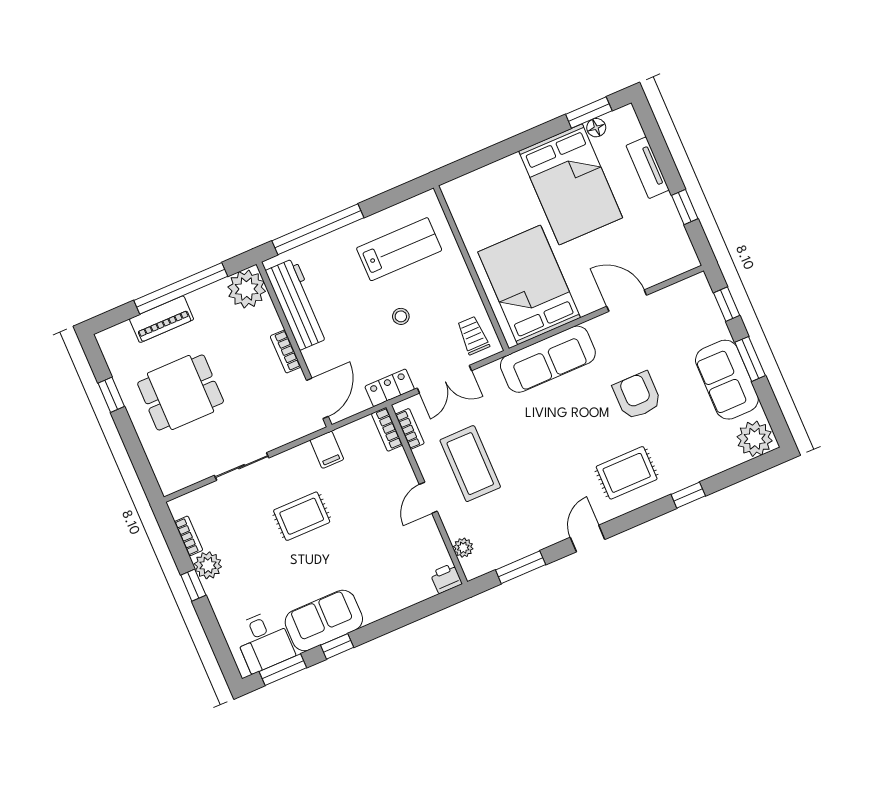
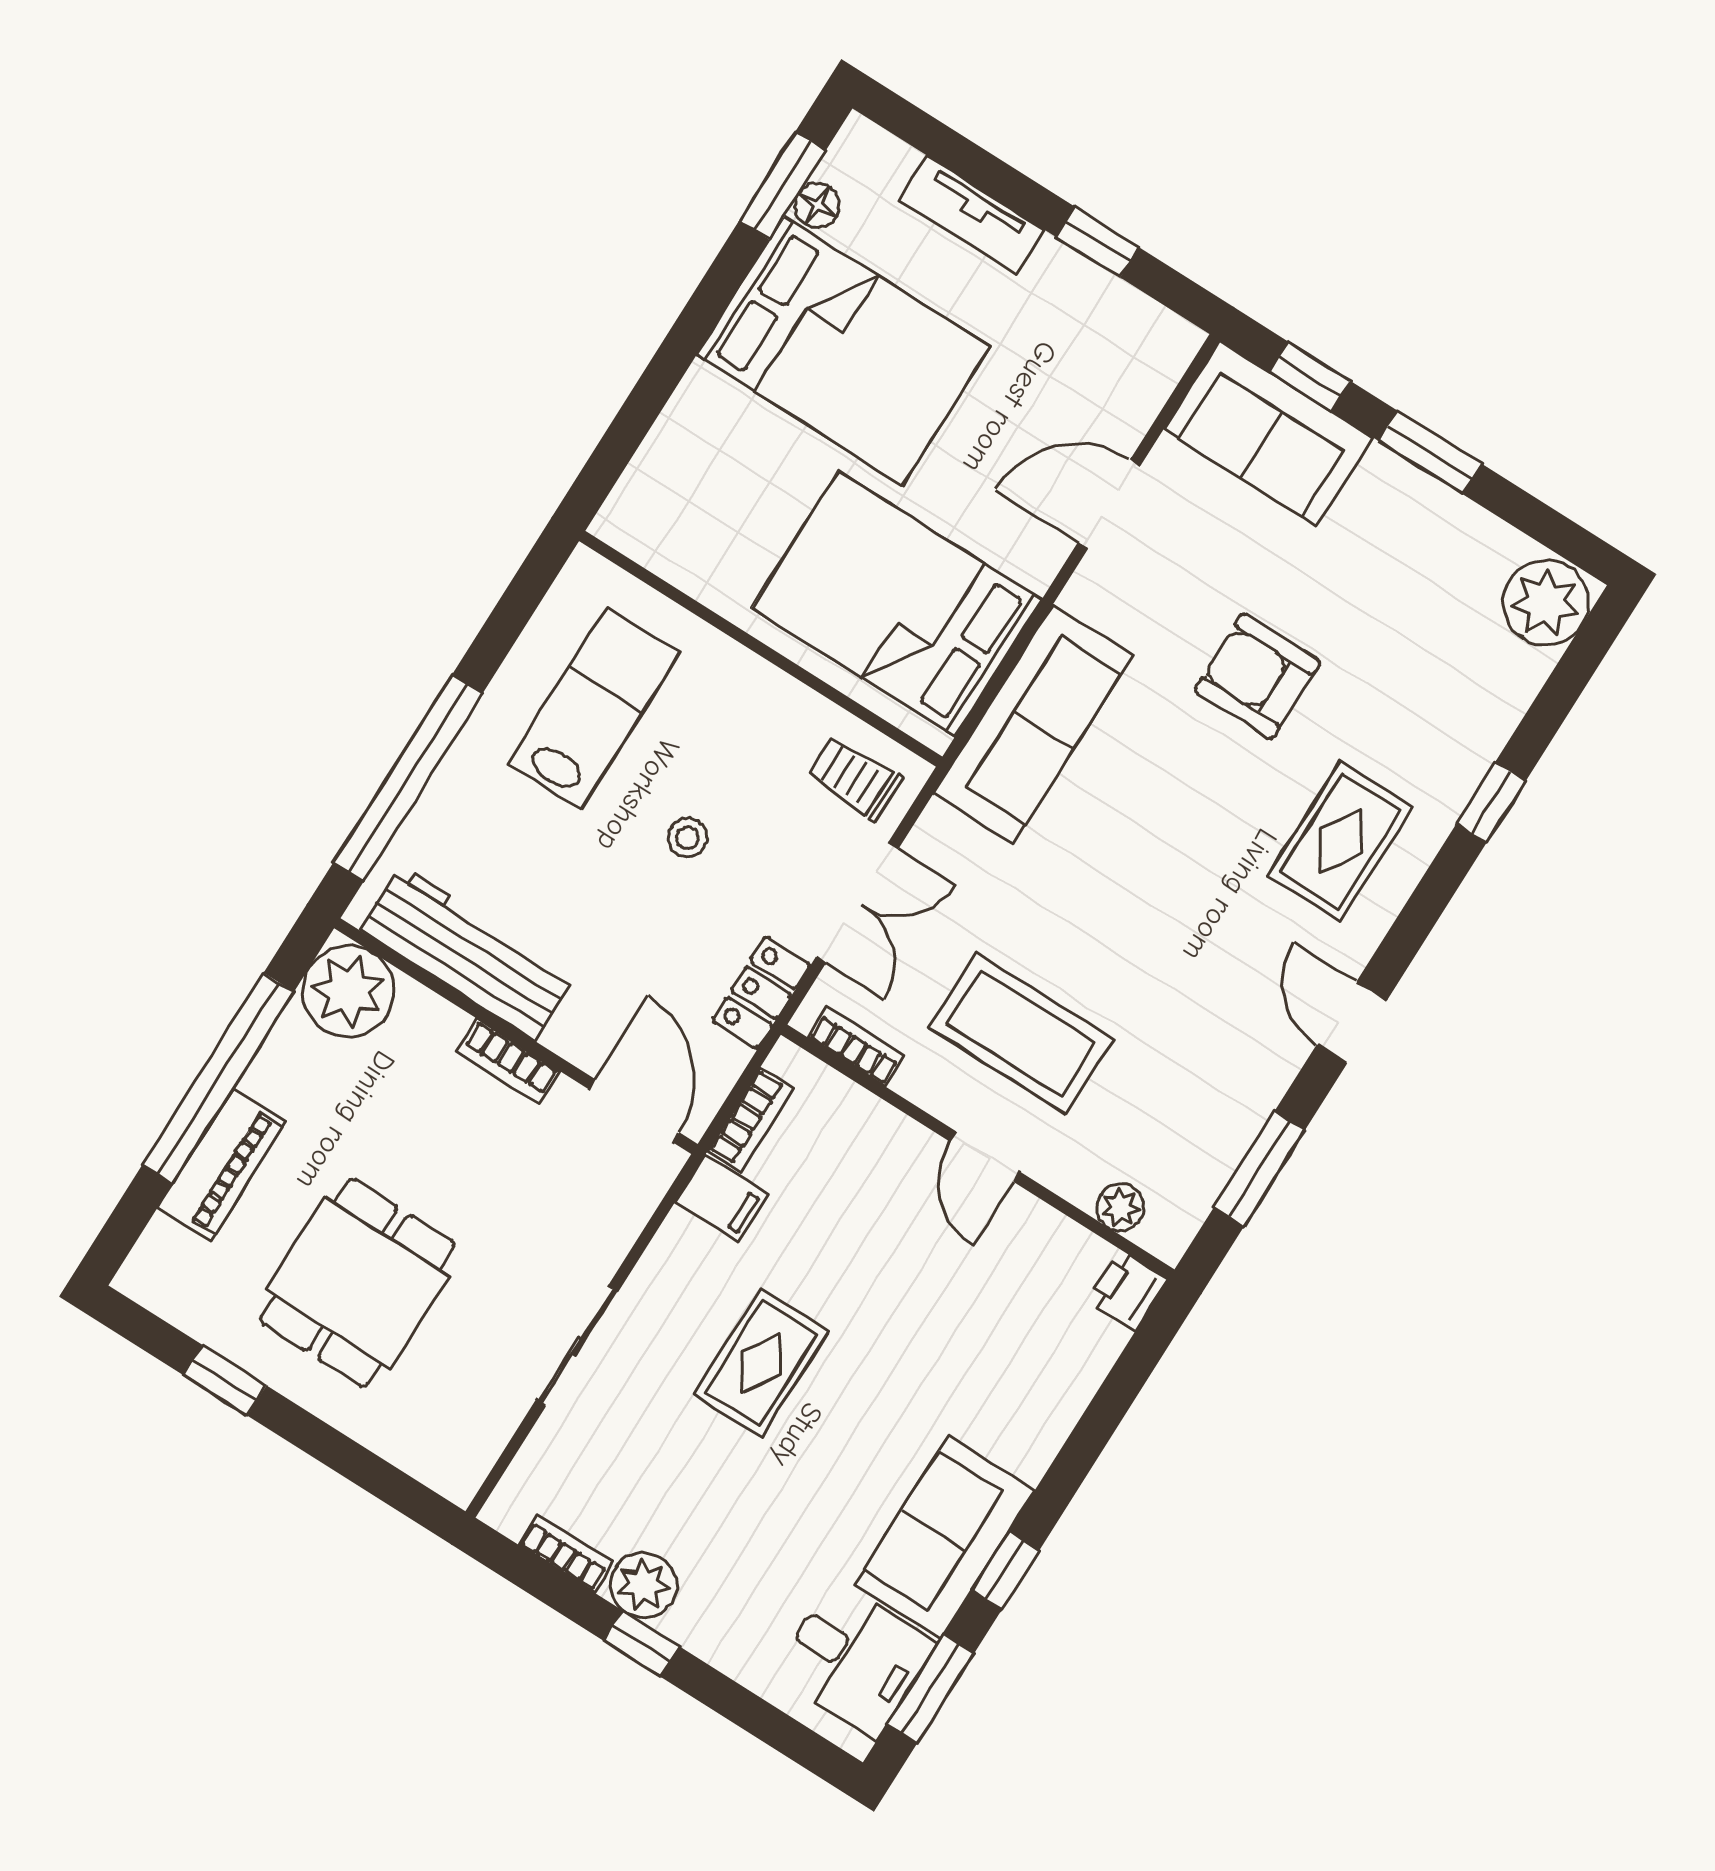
sofa: (727, 380) -> (1268, 433), moved
bookcase: (387, 429) -> (751, 1120), moved, turned -90

